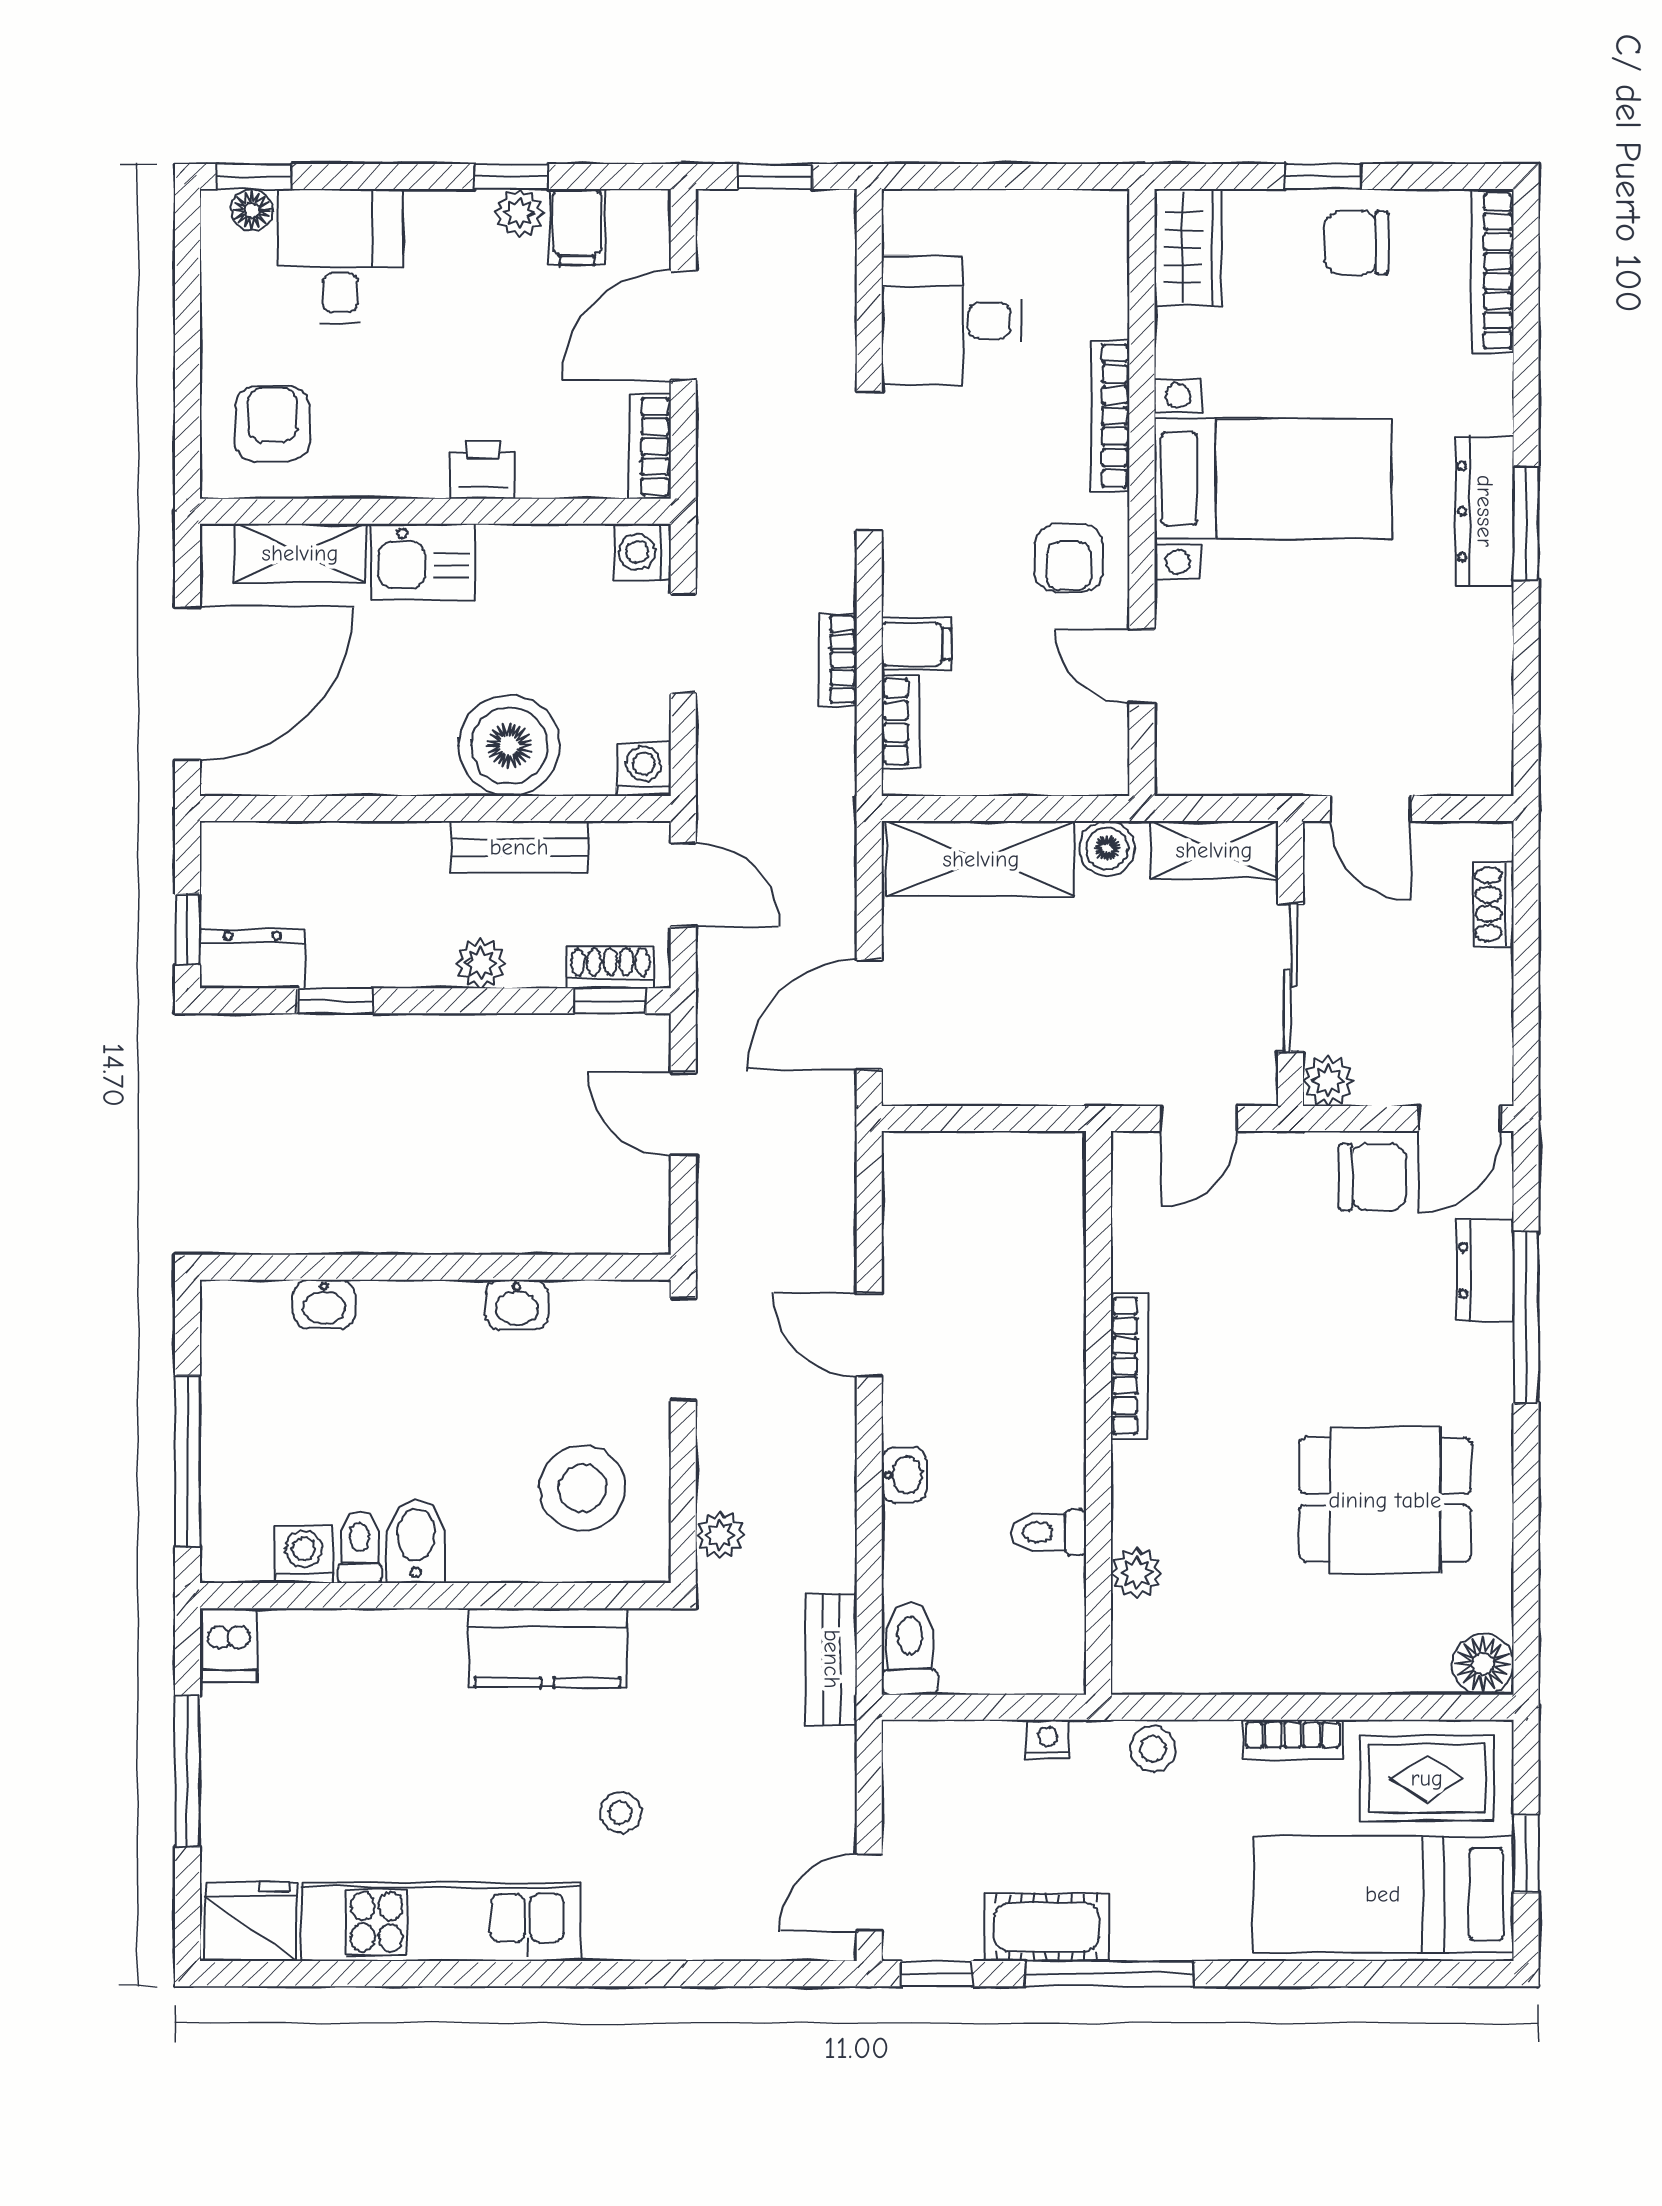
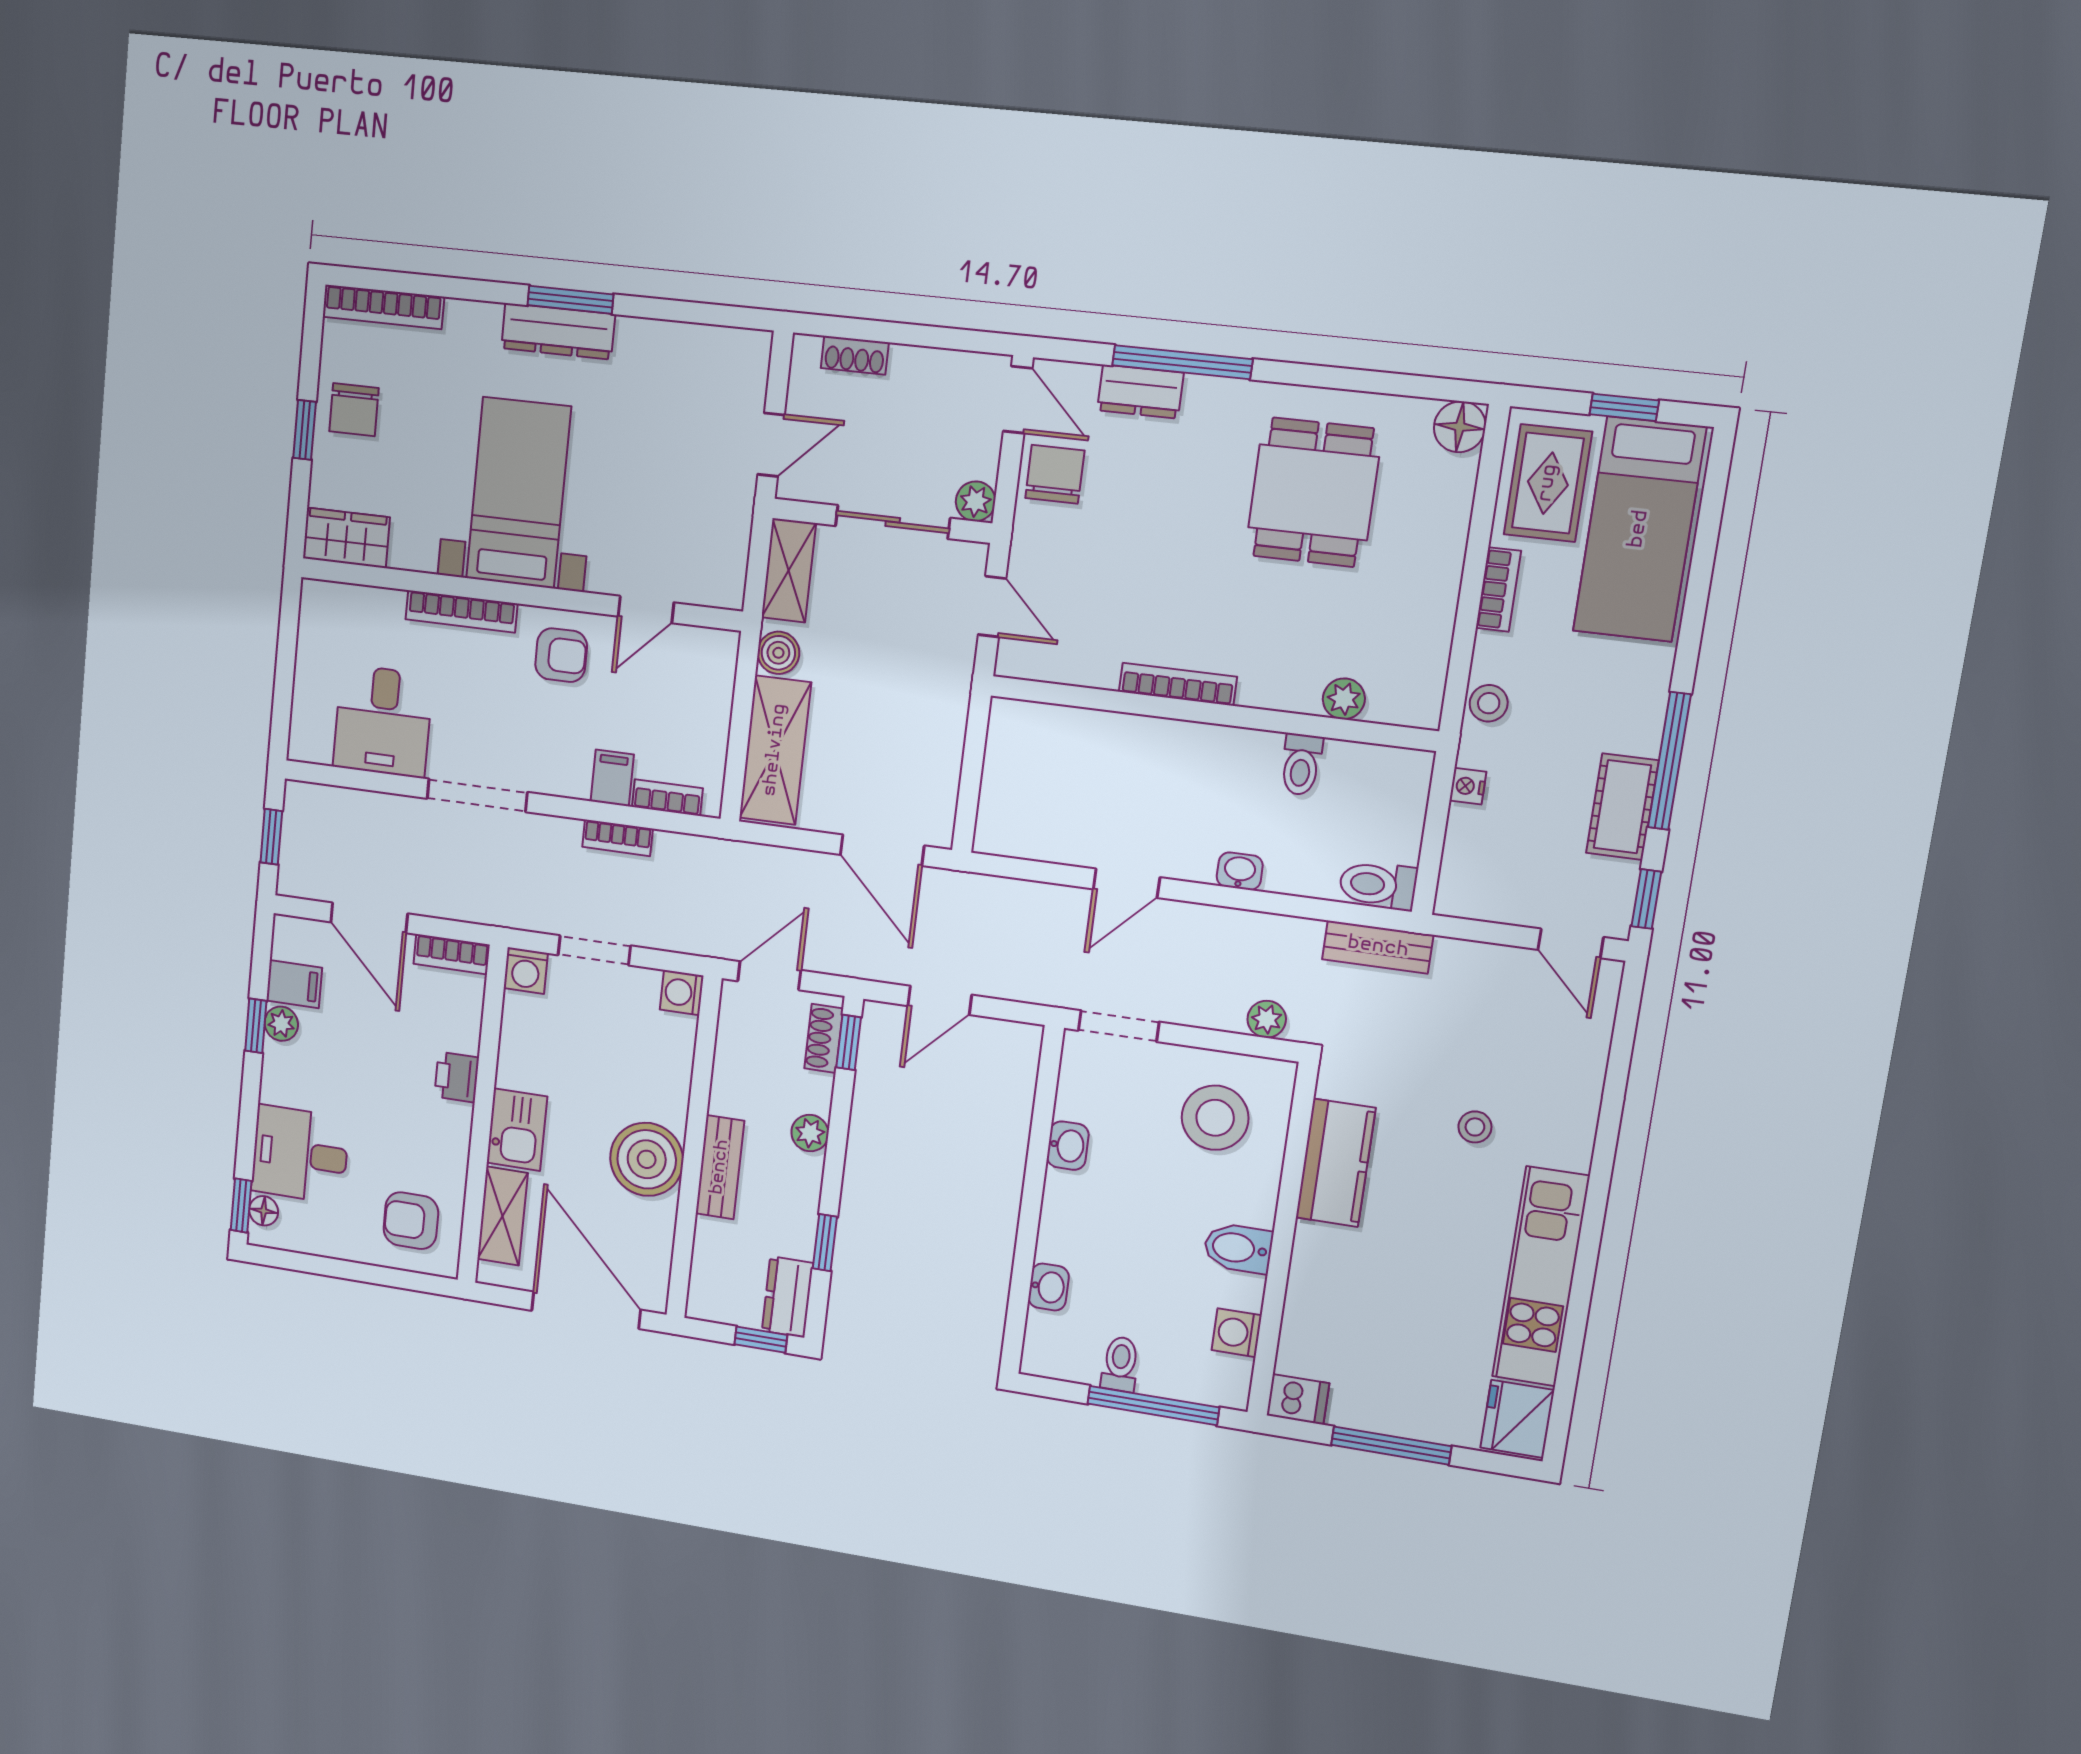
boiler: (509, 746) -> (647, 1159), moved
bench: (519, 847) -> (720, 1167), moved
toilet: (360, 1547) -> (1120, 1364), moved, turned 90

